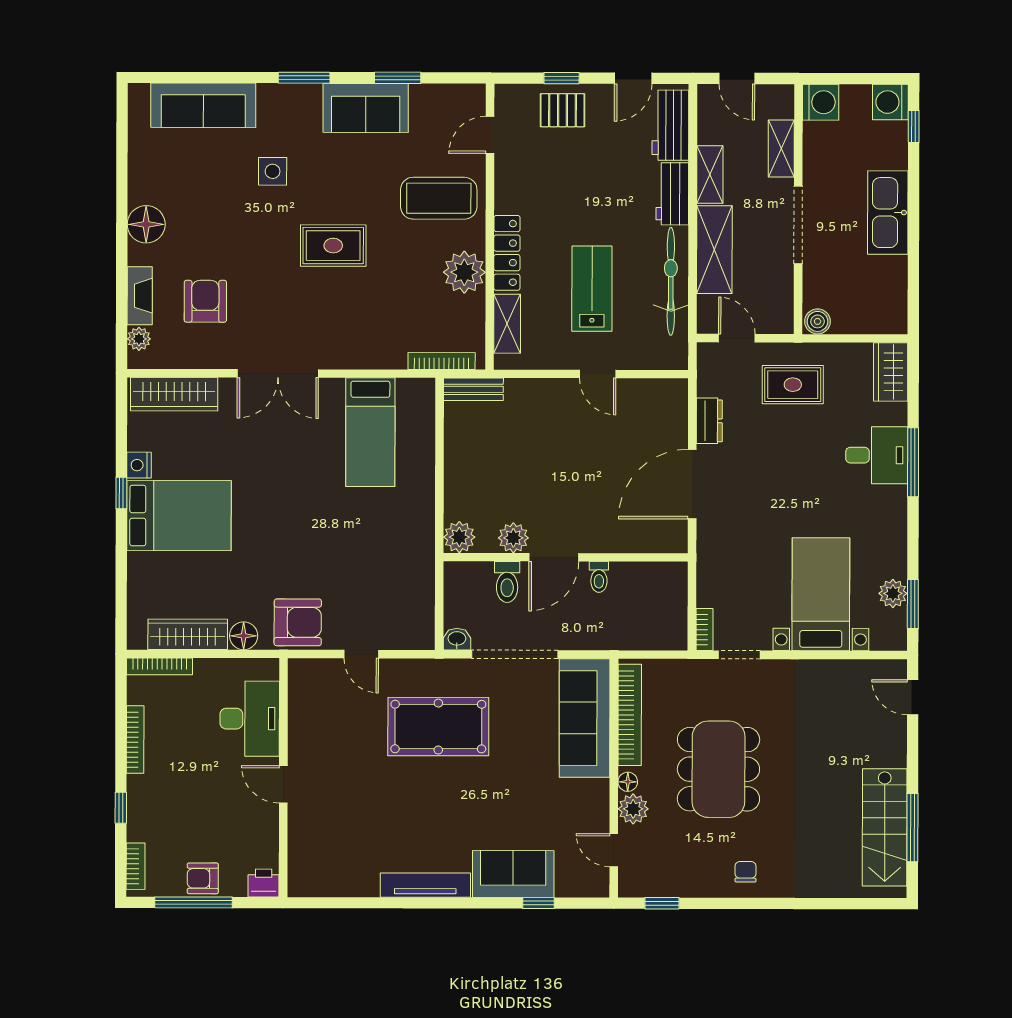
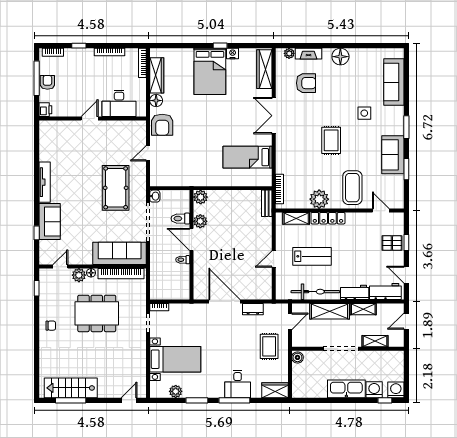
washing machine: (821, 102) -> (374, 390), moved, turned 180
pallet: (562, 110) -> (392, 243), turned 90
window: (913, 604) -> (197, 400), moved

